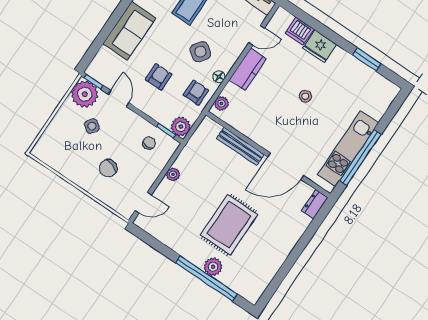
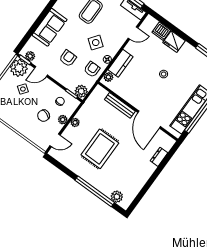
kitchen counter: (248, 69) -> (121, 63), moved
plant: (101, 76) -> (30, 56), added
door: (119, 98) -> (41, 71), swing flipped
door: (286, 166) -> (149, 119), hinge flipped
chair: (108, 168) -> (44, 116), moved
plant: (154, 171) -> (63, 120), added
dresser: (315, 204) -> (159, 157), moved
rug: (229, 225) -> (100, 149), moved
plant: (213, 267) -> (117, 197), moved

